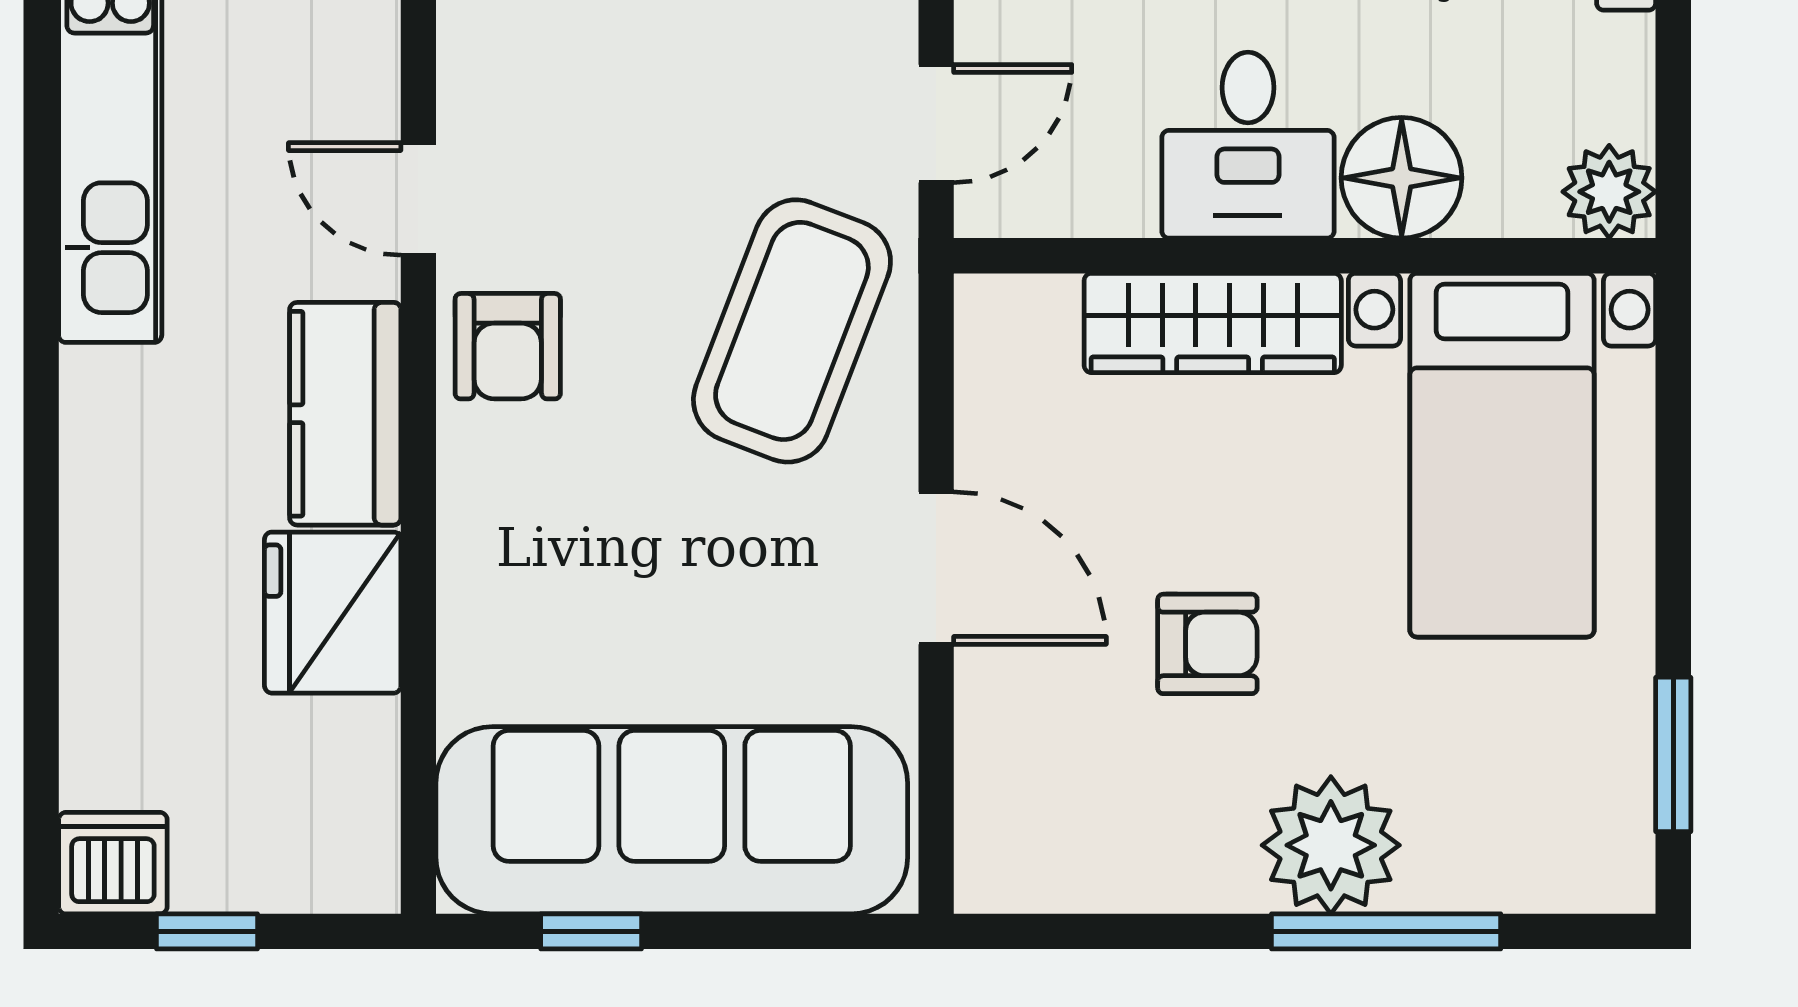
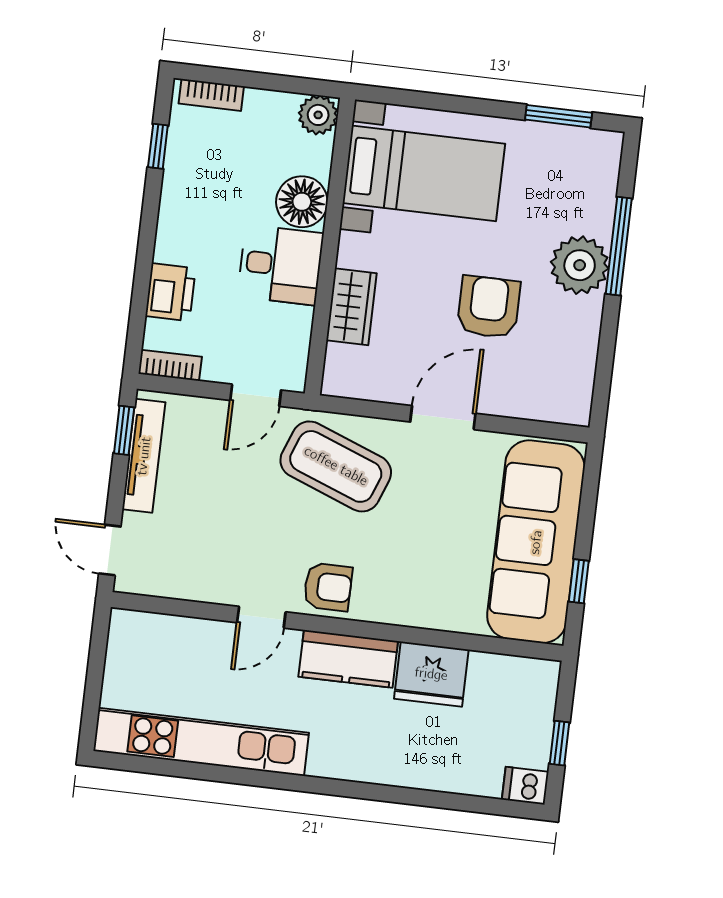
door: (936, 124) -> (256, 395), swing flipped
wardrobe: (1213, 323) -> (351, 307), width x0.67
armchair: (1207, 644) -> (489, 307), width x1.38, depth x1.38
dishwasher: (113, 863) -> (525, 786), width x0.73

